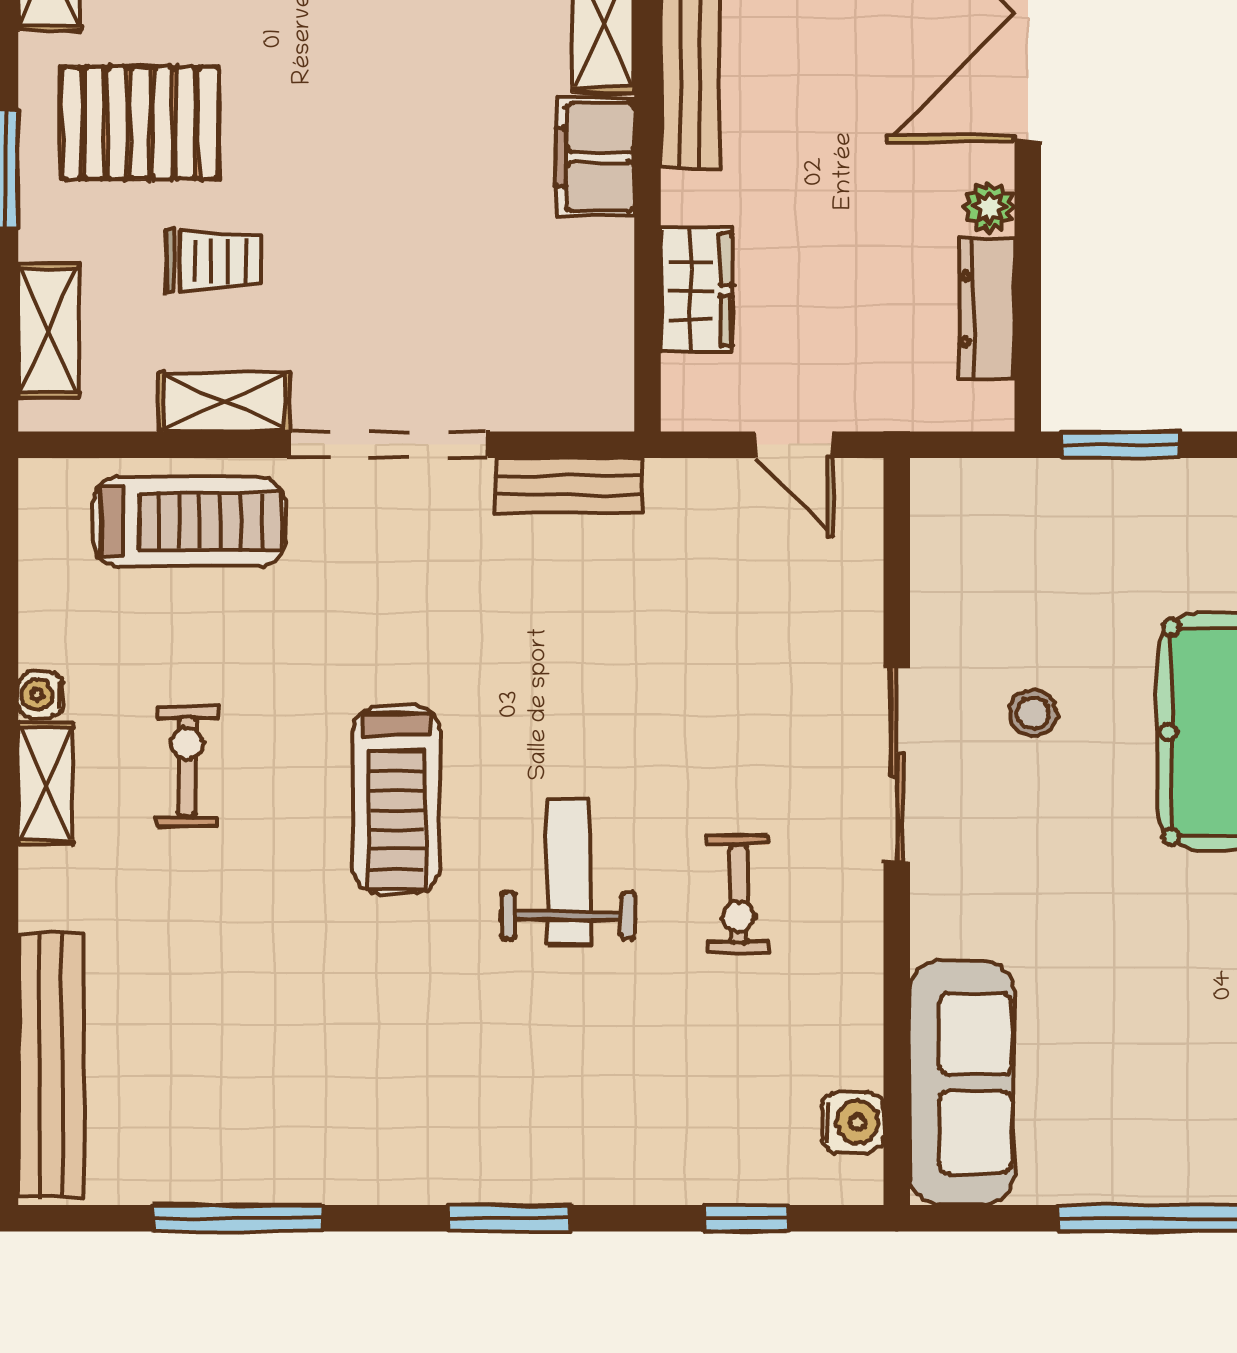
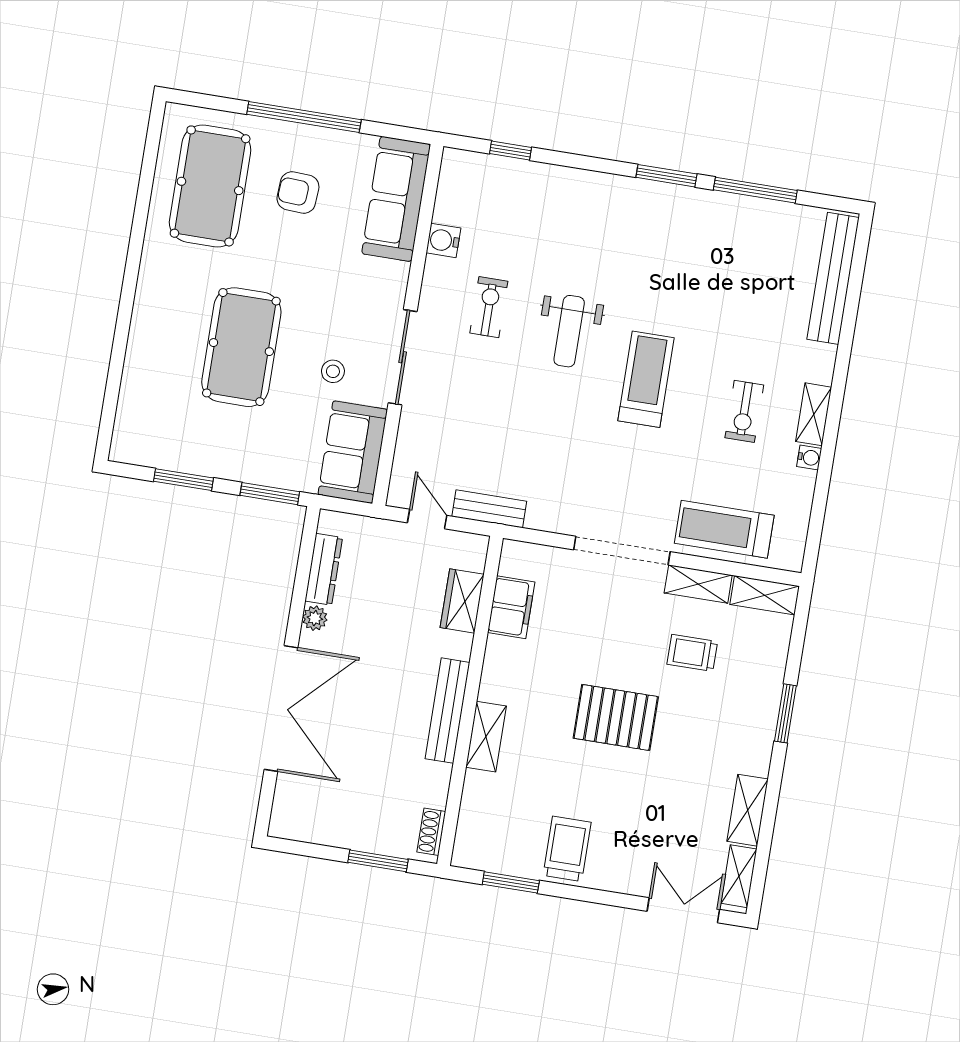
pallet: (140, 123) -> (616, 717), moved
filing cabinet: (595, 157) -> (511, 607), moved
shelving: (49, 331) -> (765, 595), moved, turned 90
bench: (569, 486) -> (489, 509), moved
sofa: (967, 556) -> (353, 452), added
armchair: (1163, 1063) -> (298, 192), added
water cooler: (852, 1122) -> (443, 240), moved
window: (509, 1218) -> (666, 176), moved

